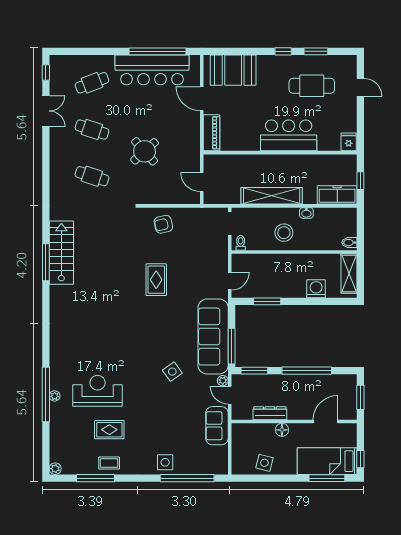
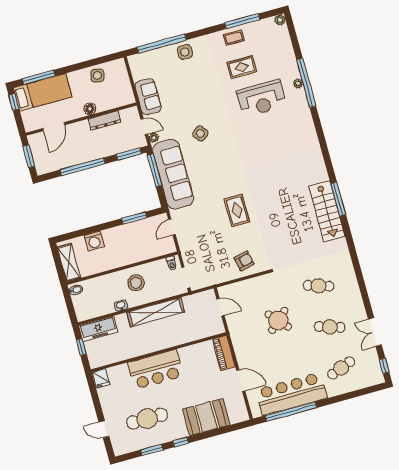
booth: (233, 70) -> (206, 417), moved

